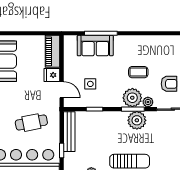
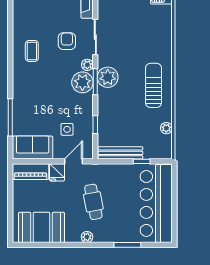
sofa: (95, 46) -> (33, 148), moved, turned -90
coffee table: (138, 72) -> (32, 51), moved
cafe table: (31, 123) -> (93, 202), moved

